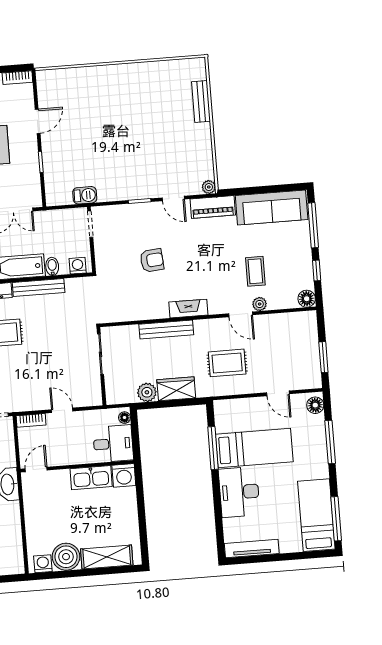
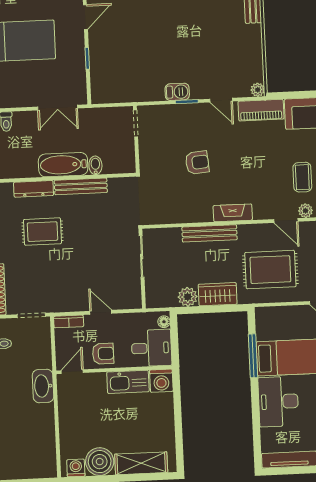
barbecue: (85, 195) -> (177, 92), moved
washing machine: (78, 266) -> (121, 165), removed
rug: (227, 363) -> (270, 270), width x1.36, depth x1.43
armchair: (66, 451) -> (103, 354), added

